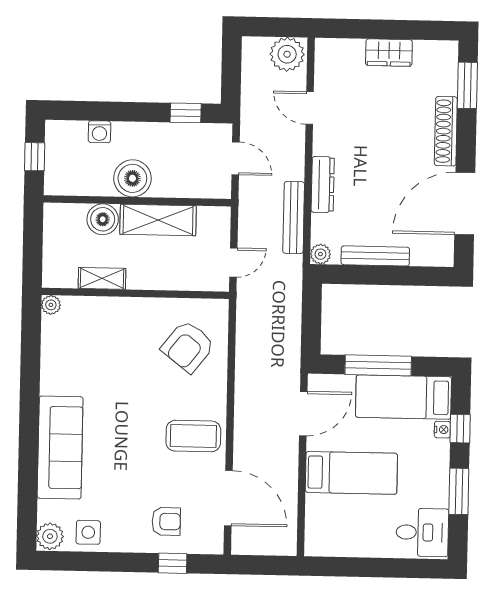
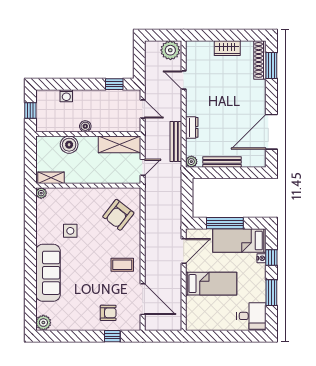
shoe rack: (446, 131) -> (260, 60), moved
boiler: (132, 178) -> (85, 126), width x0.54, depth x0.54
dresser: (323, 185) -> (192, 127), width x0.70
shelving: (158, 220) -> (119, 144), moved
shelving: (102, 278) -> (51, 178), moved
coffee table: (193, 436) -> (122, 265), width x0.73, depth x0.77
side table: (88, 532) -> (70, 231), moved

